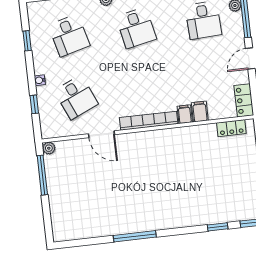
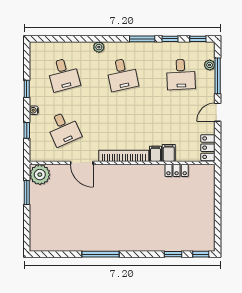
window: (27, 41) -> (27, 89), moved
locker: (231, 128) -> (177, 170), moved
plant: (49, 148) -> (40, 175), width x1.87, depth x1.87
window: (42, 175) -> (27, 192), width x0.69

